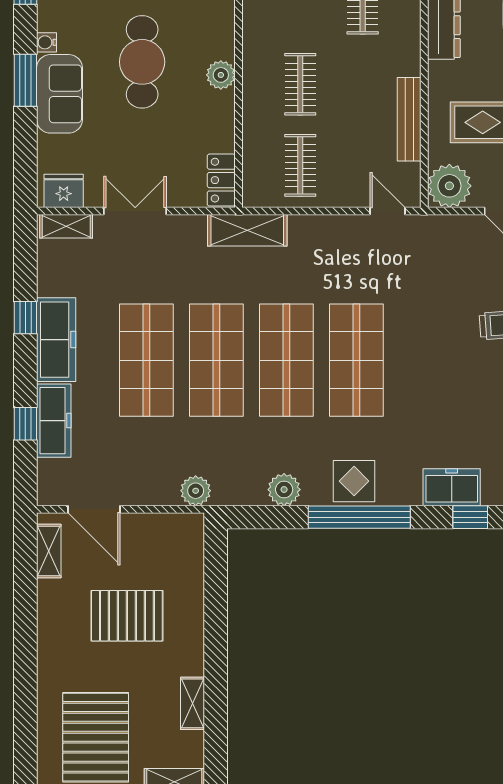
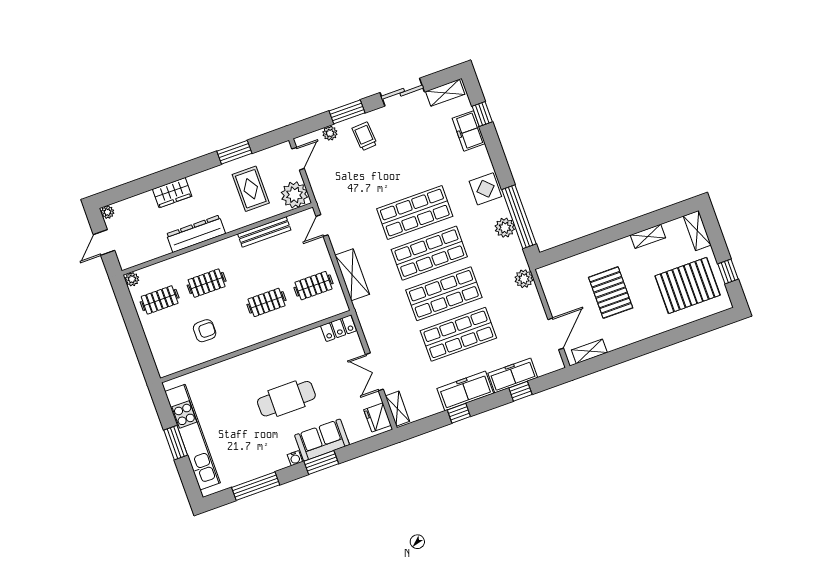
plant: (221, 75) -> (278, 350), removed
shelving: (247, 230) -> (352, 275), moved
window: (359, 517) -> (519, 217), moved

